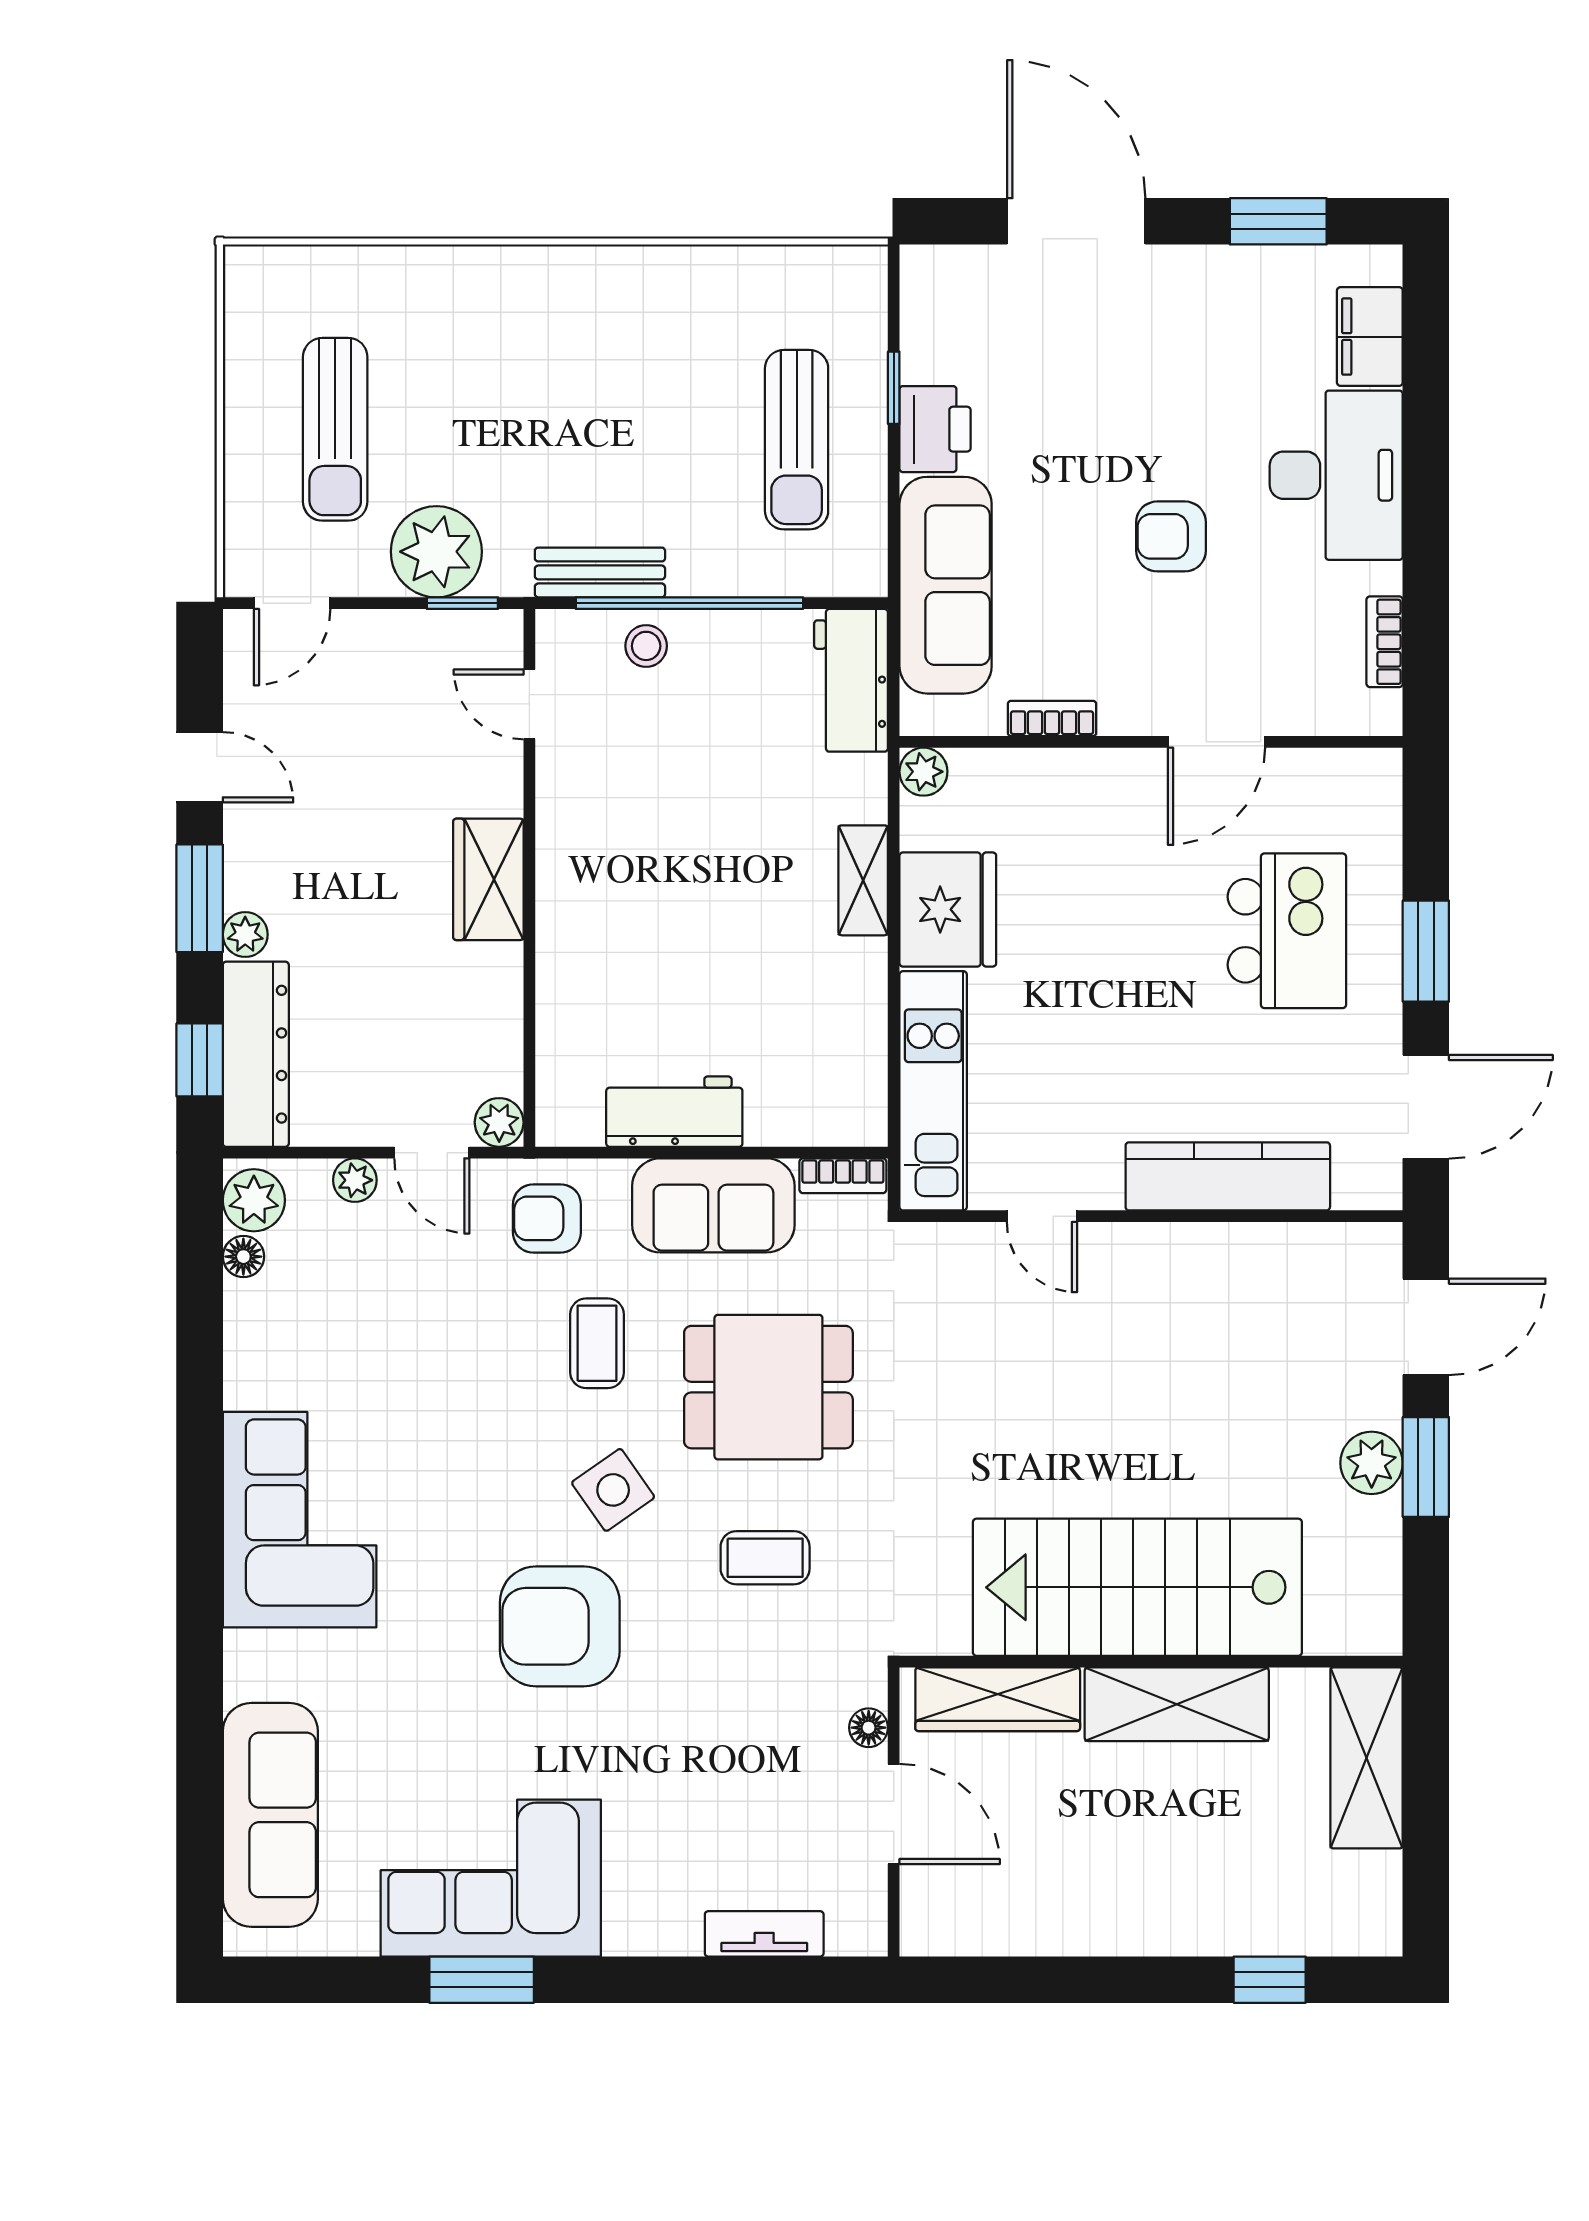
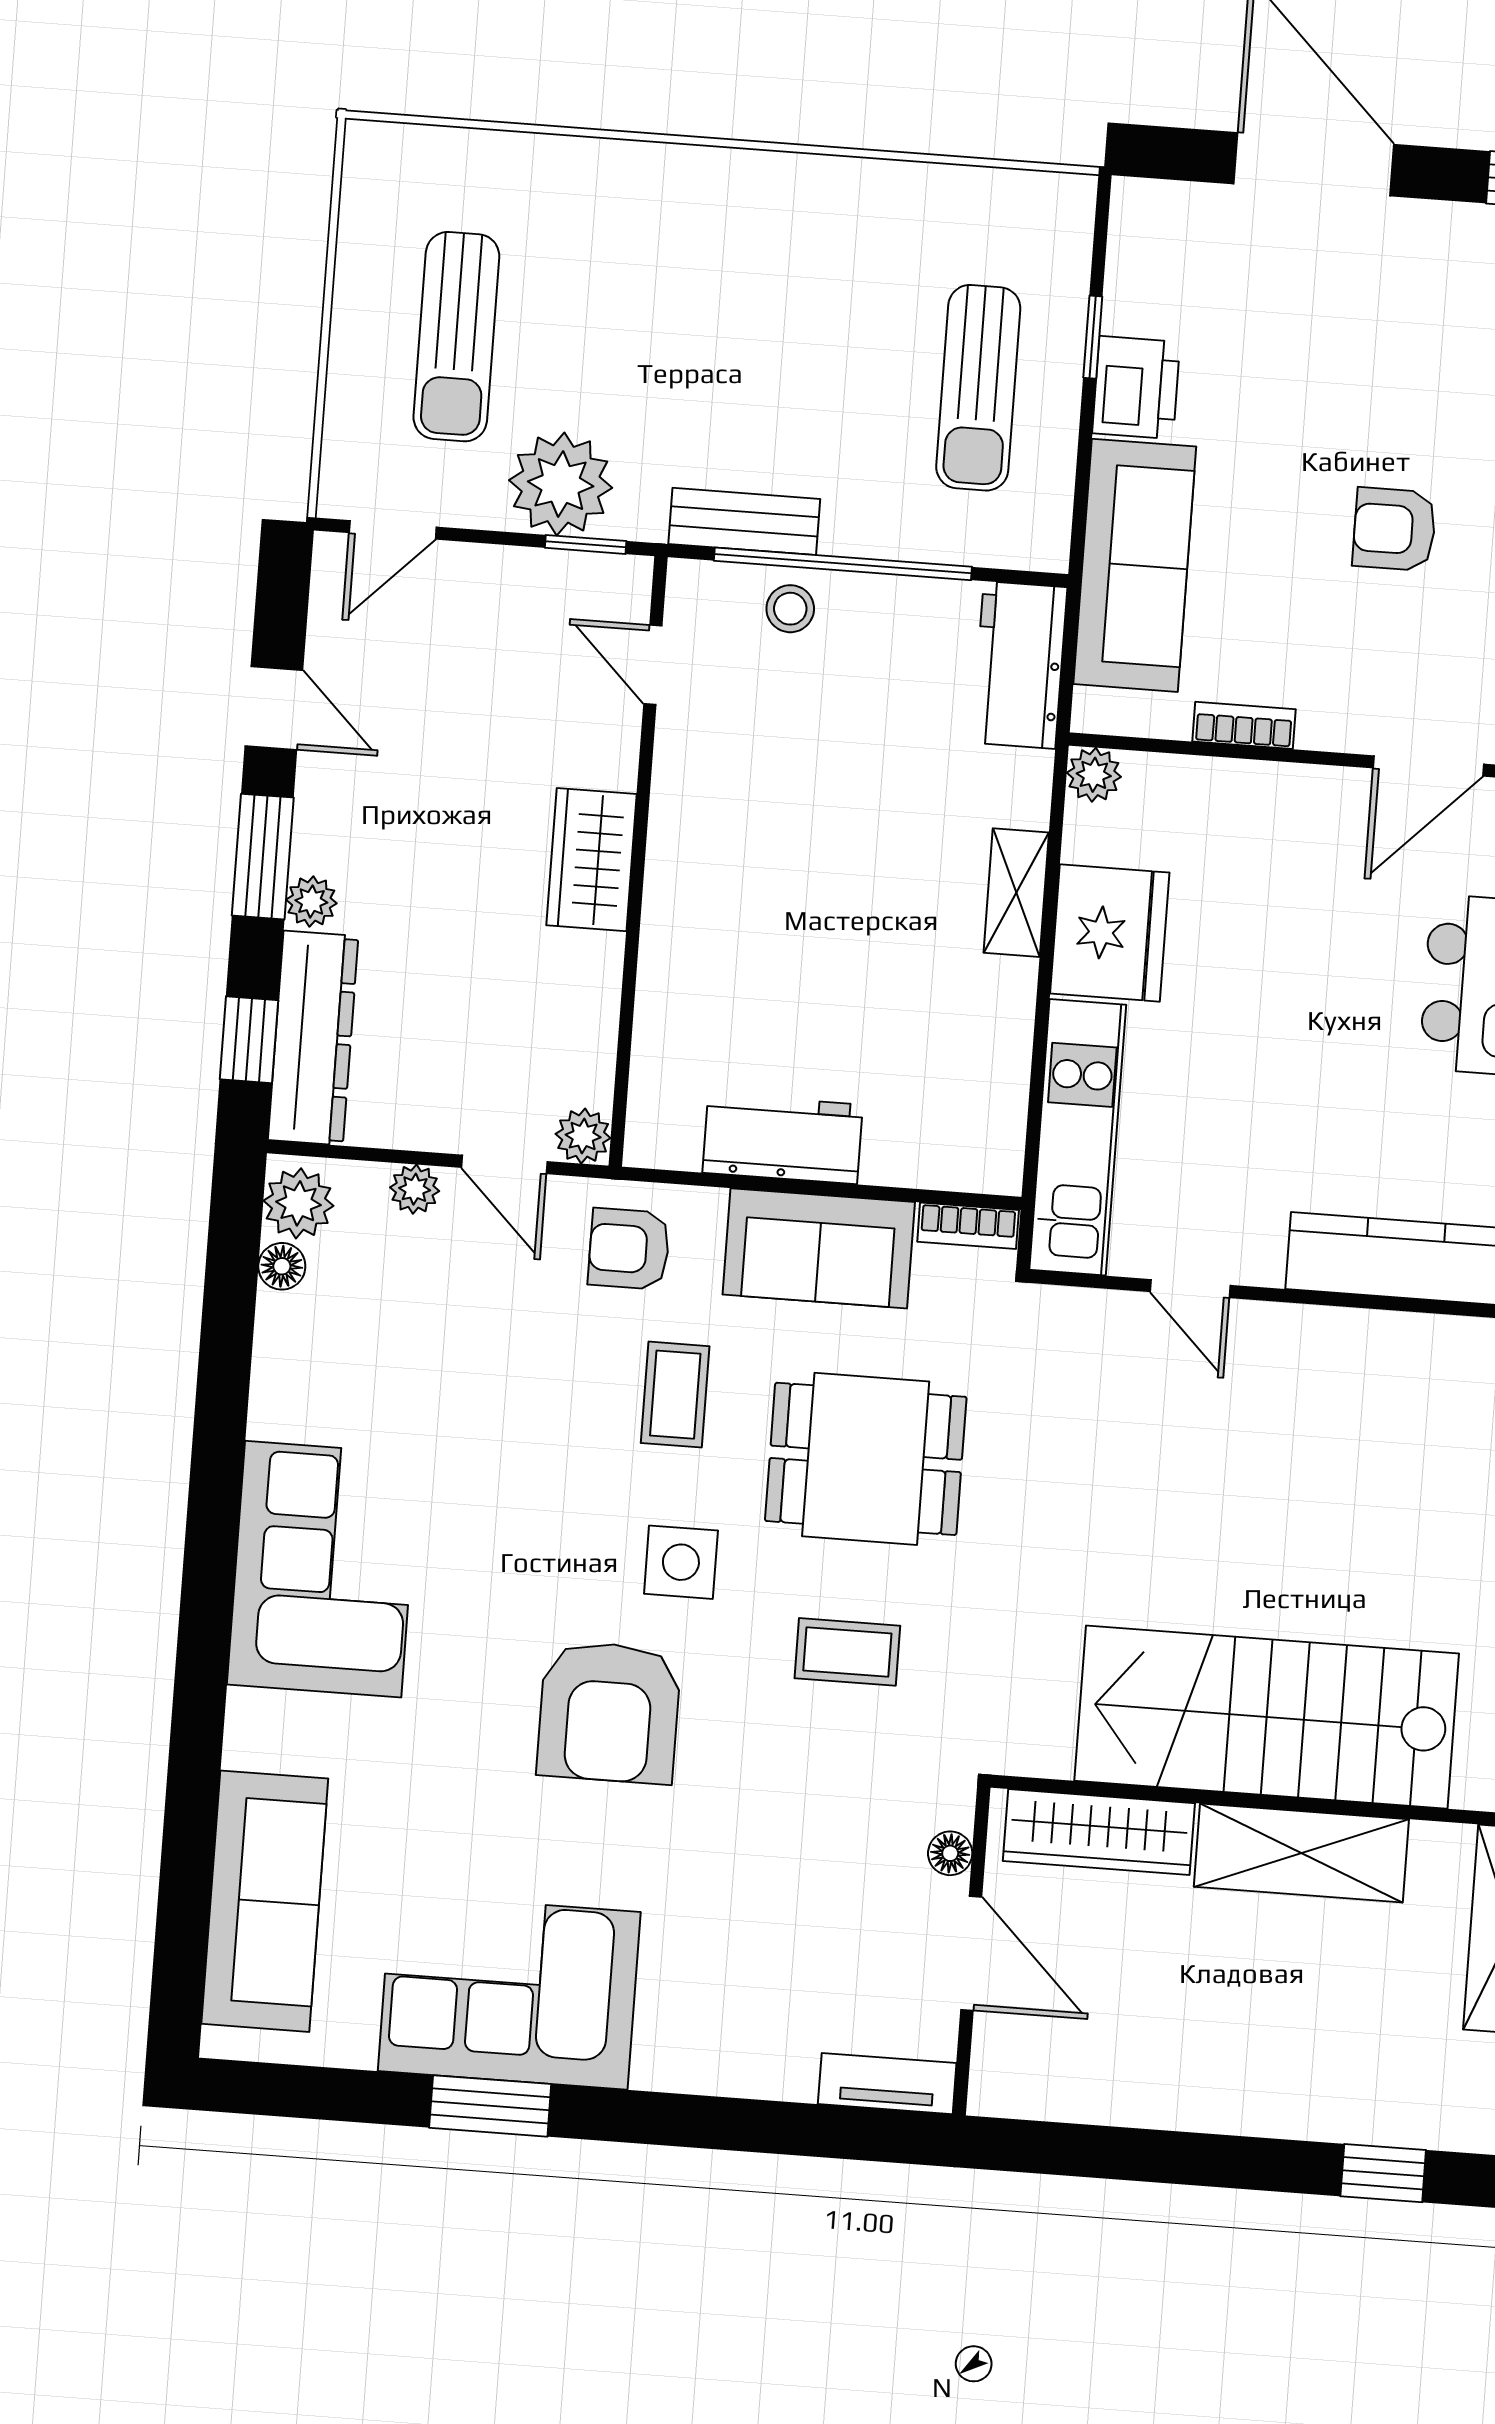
side table: (613, 1490) -> (681, 1562), turned 35
armchair: (560, 1626) -> (609, 1712), turned -90
tv unit: (764, 1934) -> (887, 2084), moved

